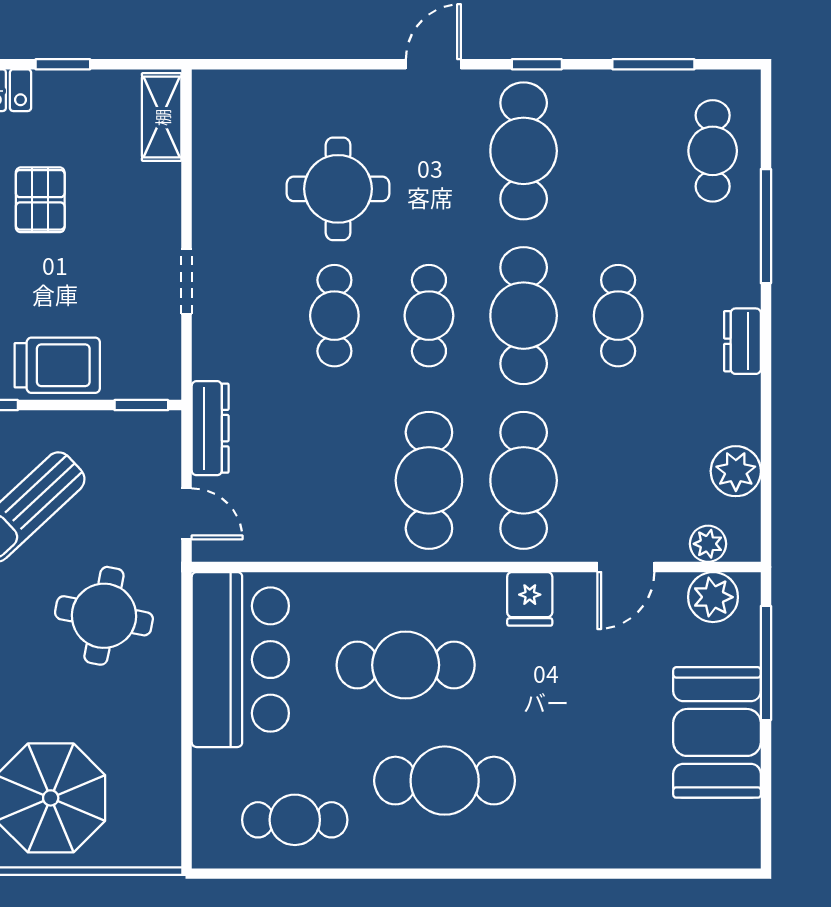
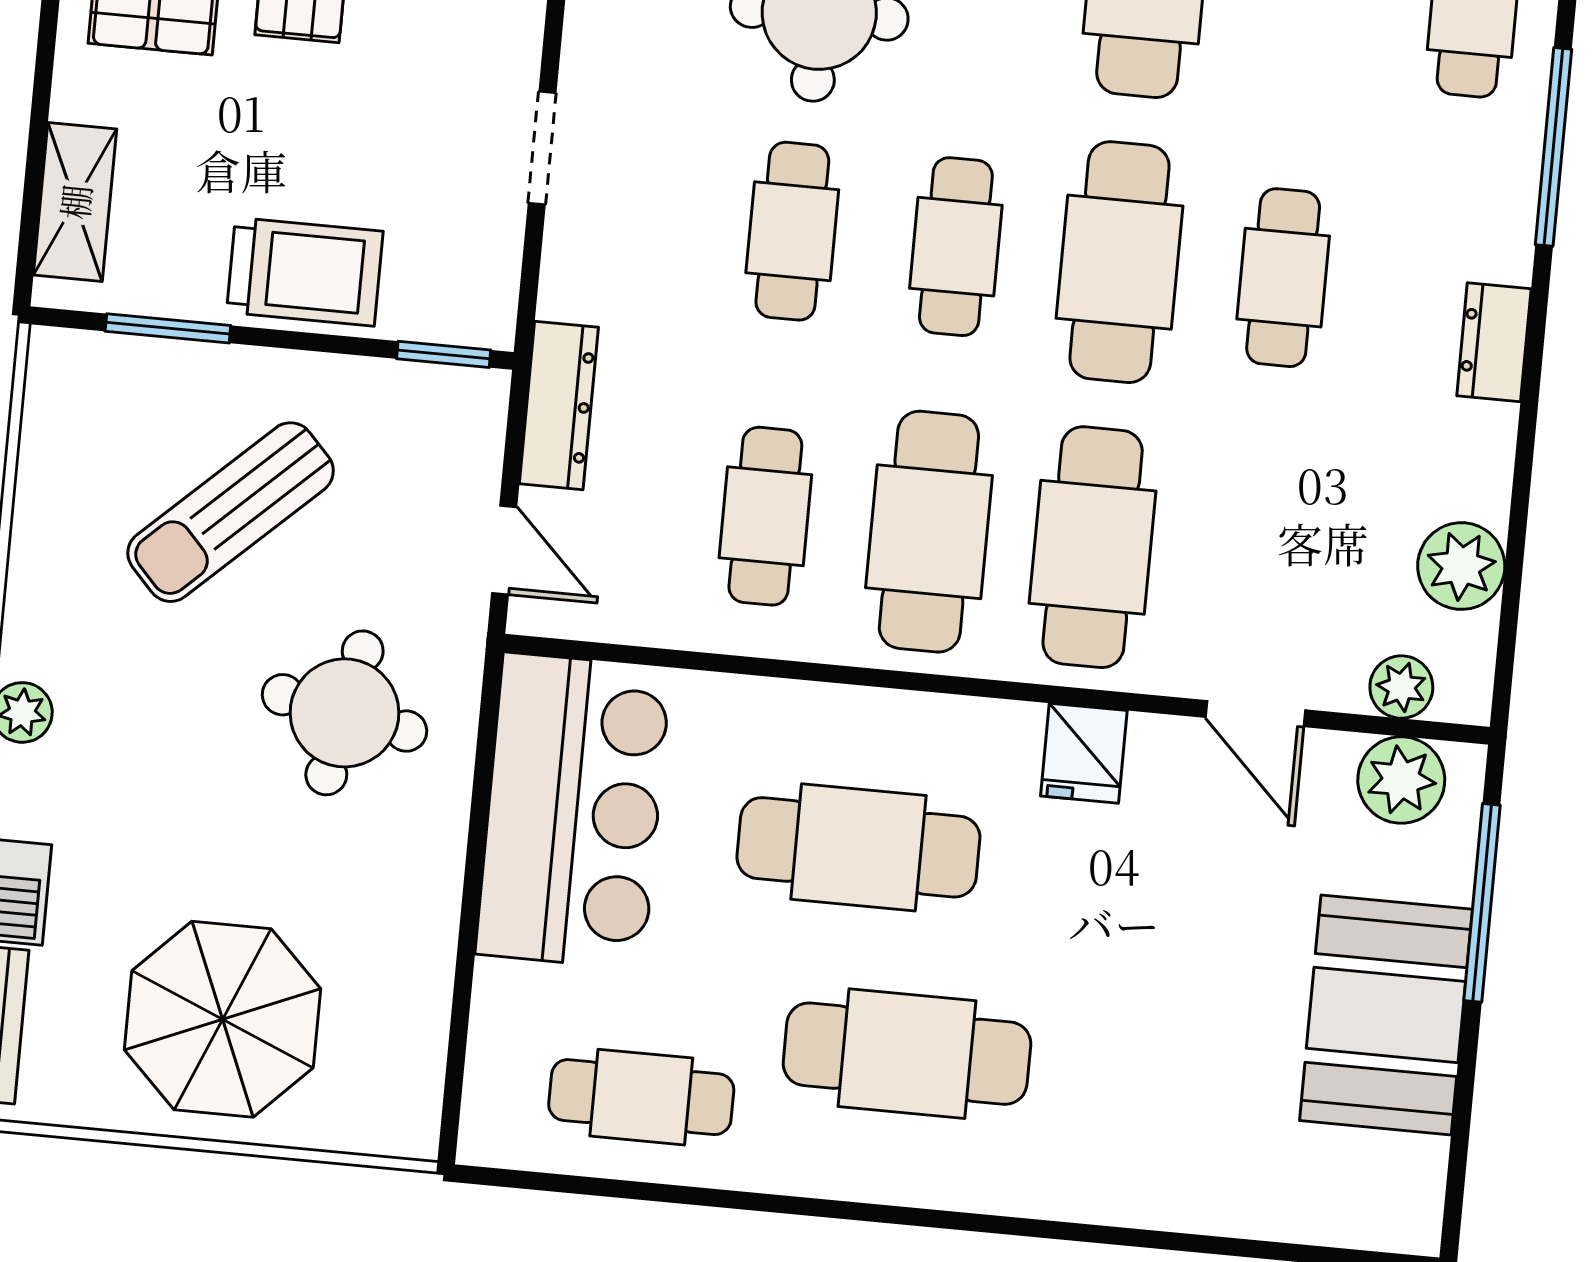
cafe table: (334, 480) -> (765, 516), added
door: (626, 567) -> (1255, 714), hinge flipped

